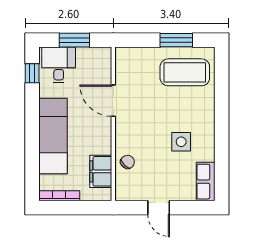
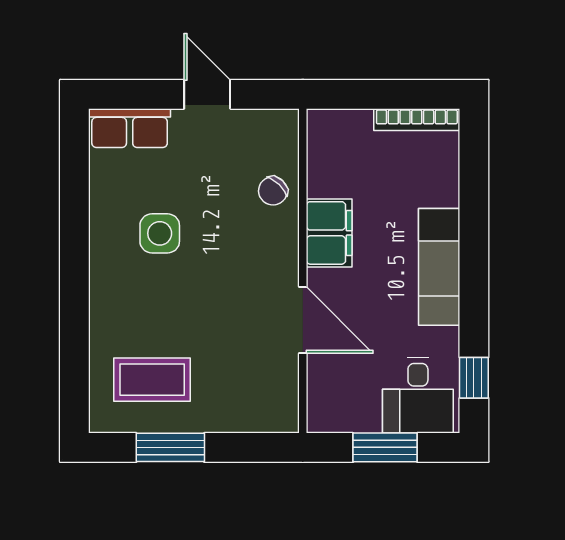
coffee table: (185, 72) -> (152, 380), width x0.73, depth x0.76
exam couch: (53, 136) -> (439, 267), width x0.73, depth x0.69
filing cabinet: (101, 171) -> (329, 233), moved
row of seats: (206, 182) -> (130, 128), moved, turned 90

